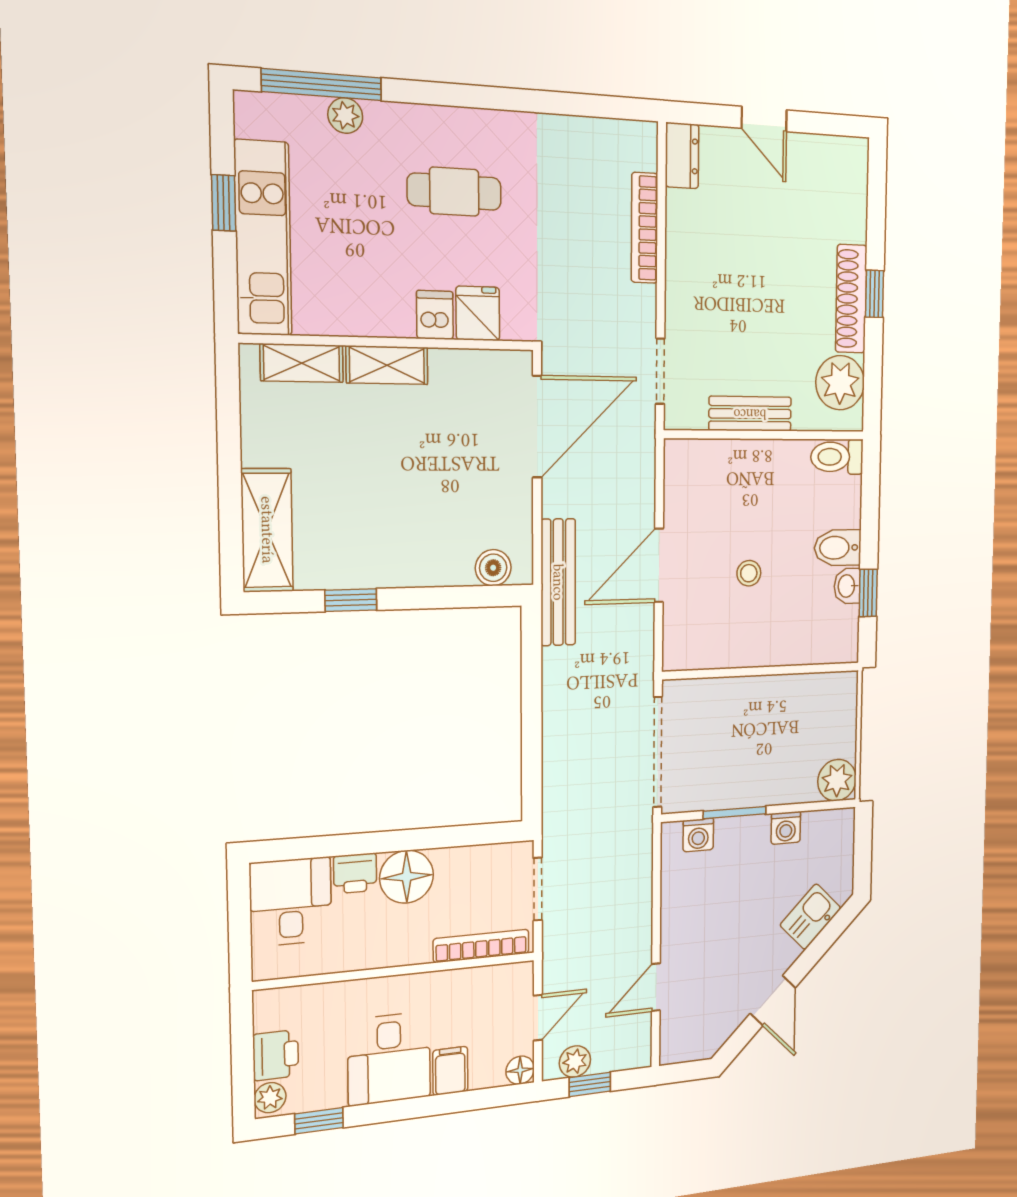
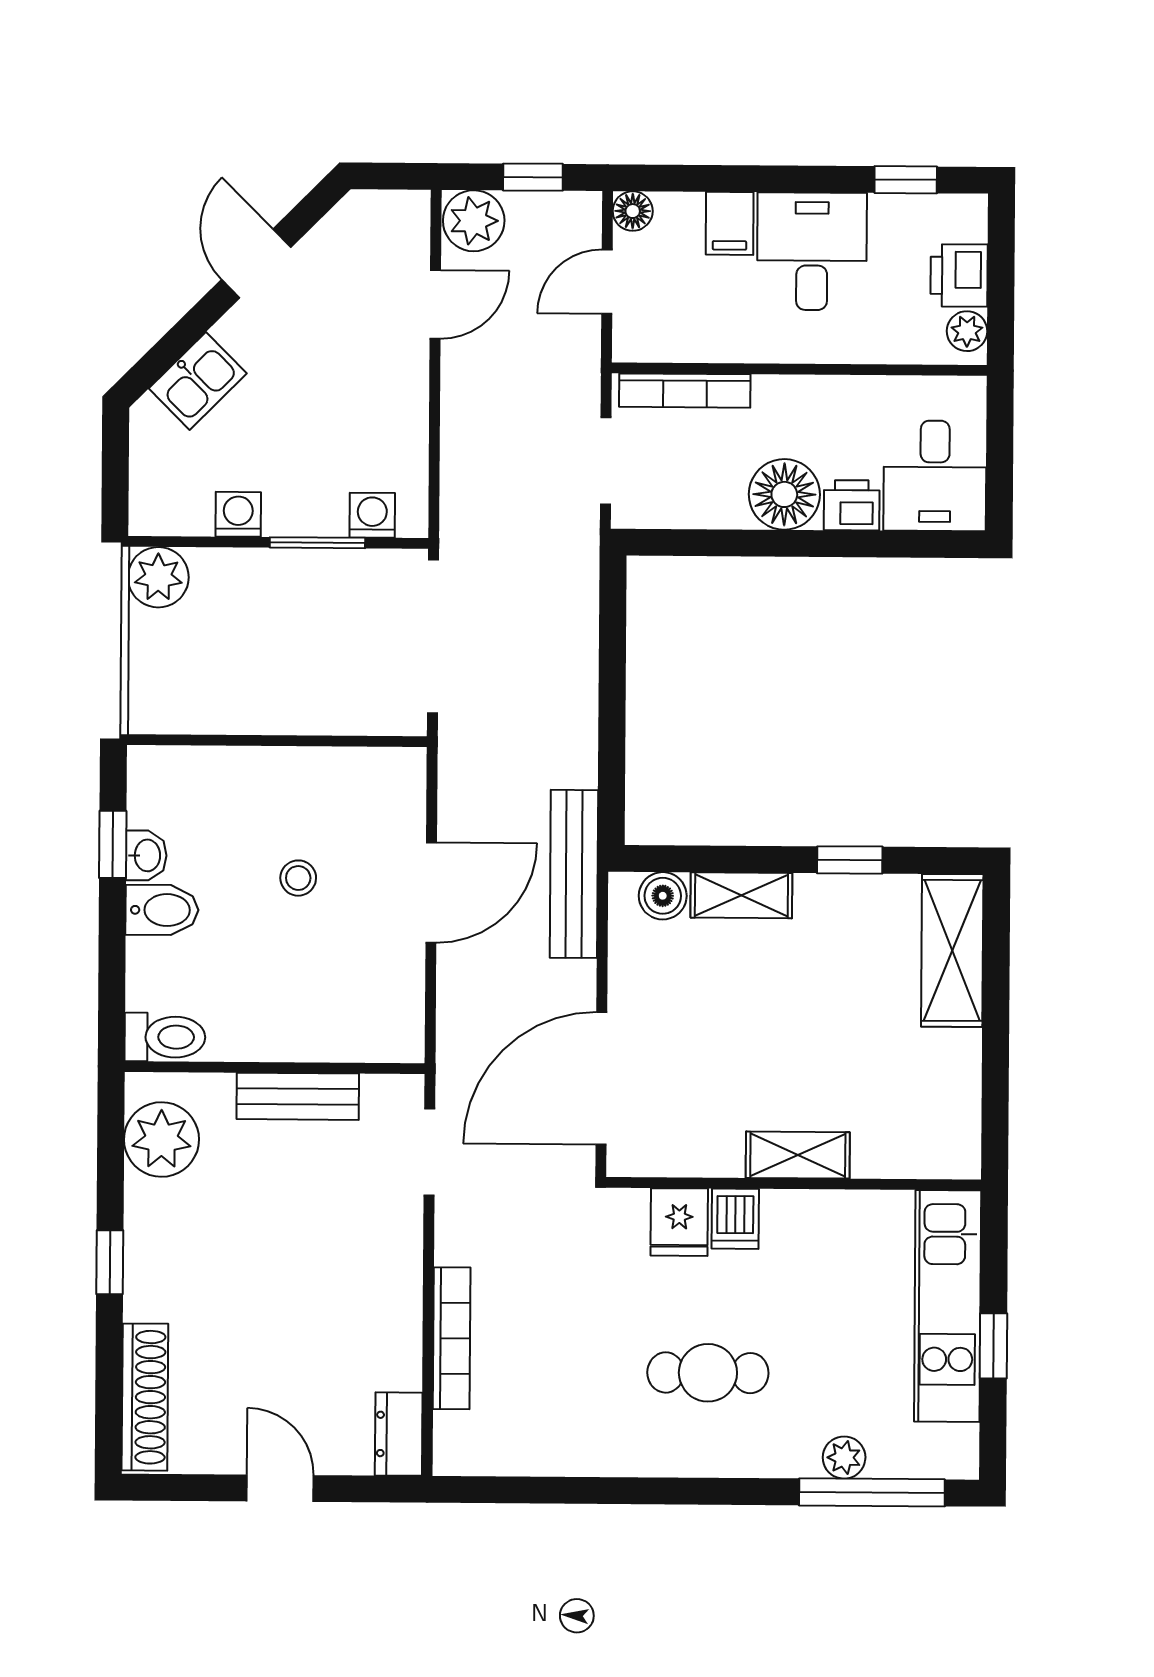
shoe rack: (851, 299) -> (145, 1397), moved
shelving: (302, 363) -> (741, 895), moved
plant: (575, 1061) -> (474, 221), moved, width x1.38, depth x1.38
plant: (270, 1098) -> (967, 331), moved

